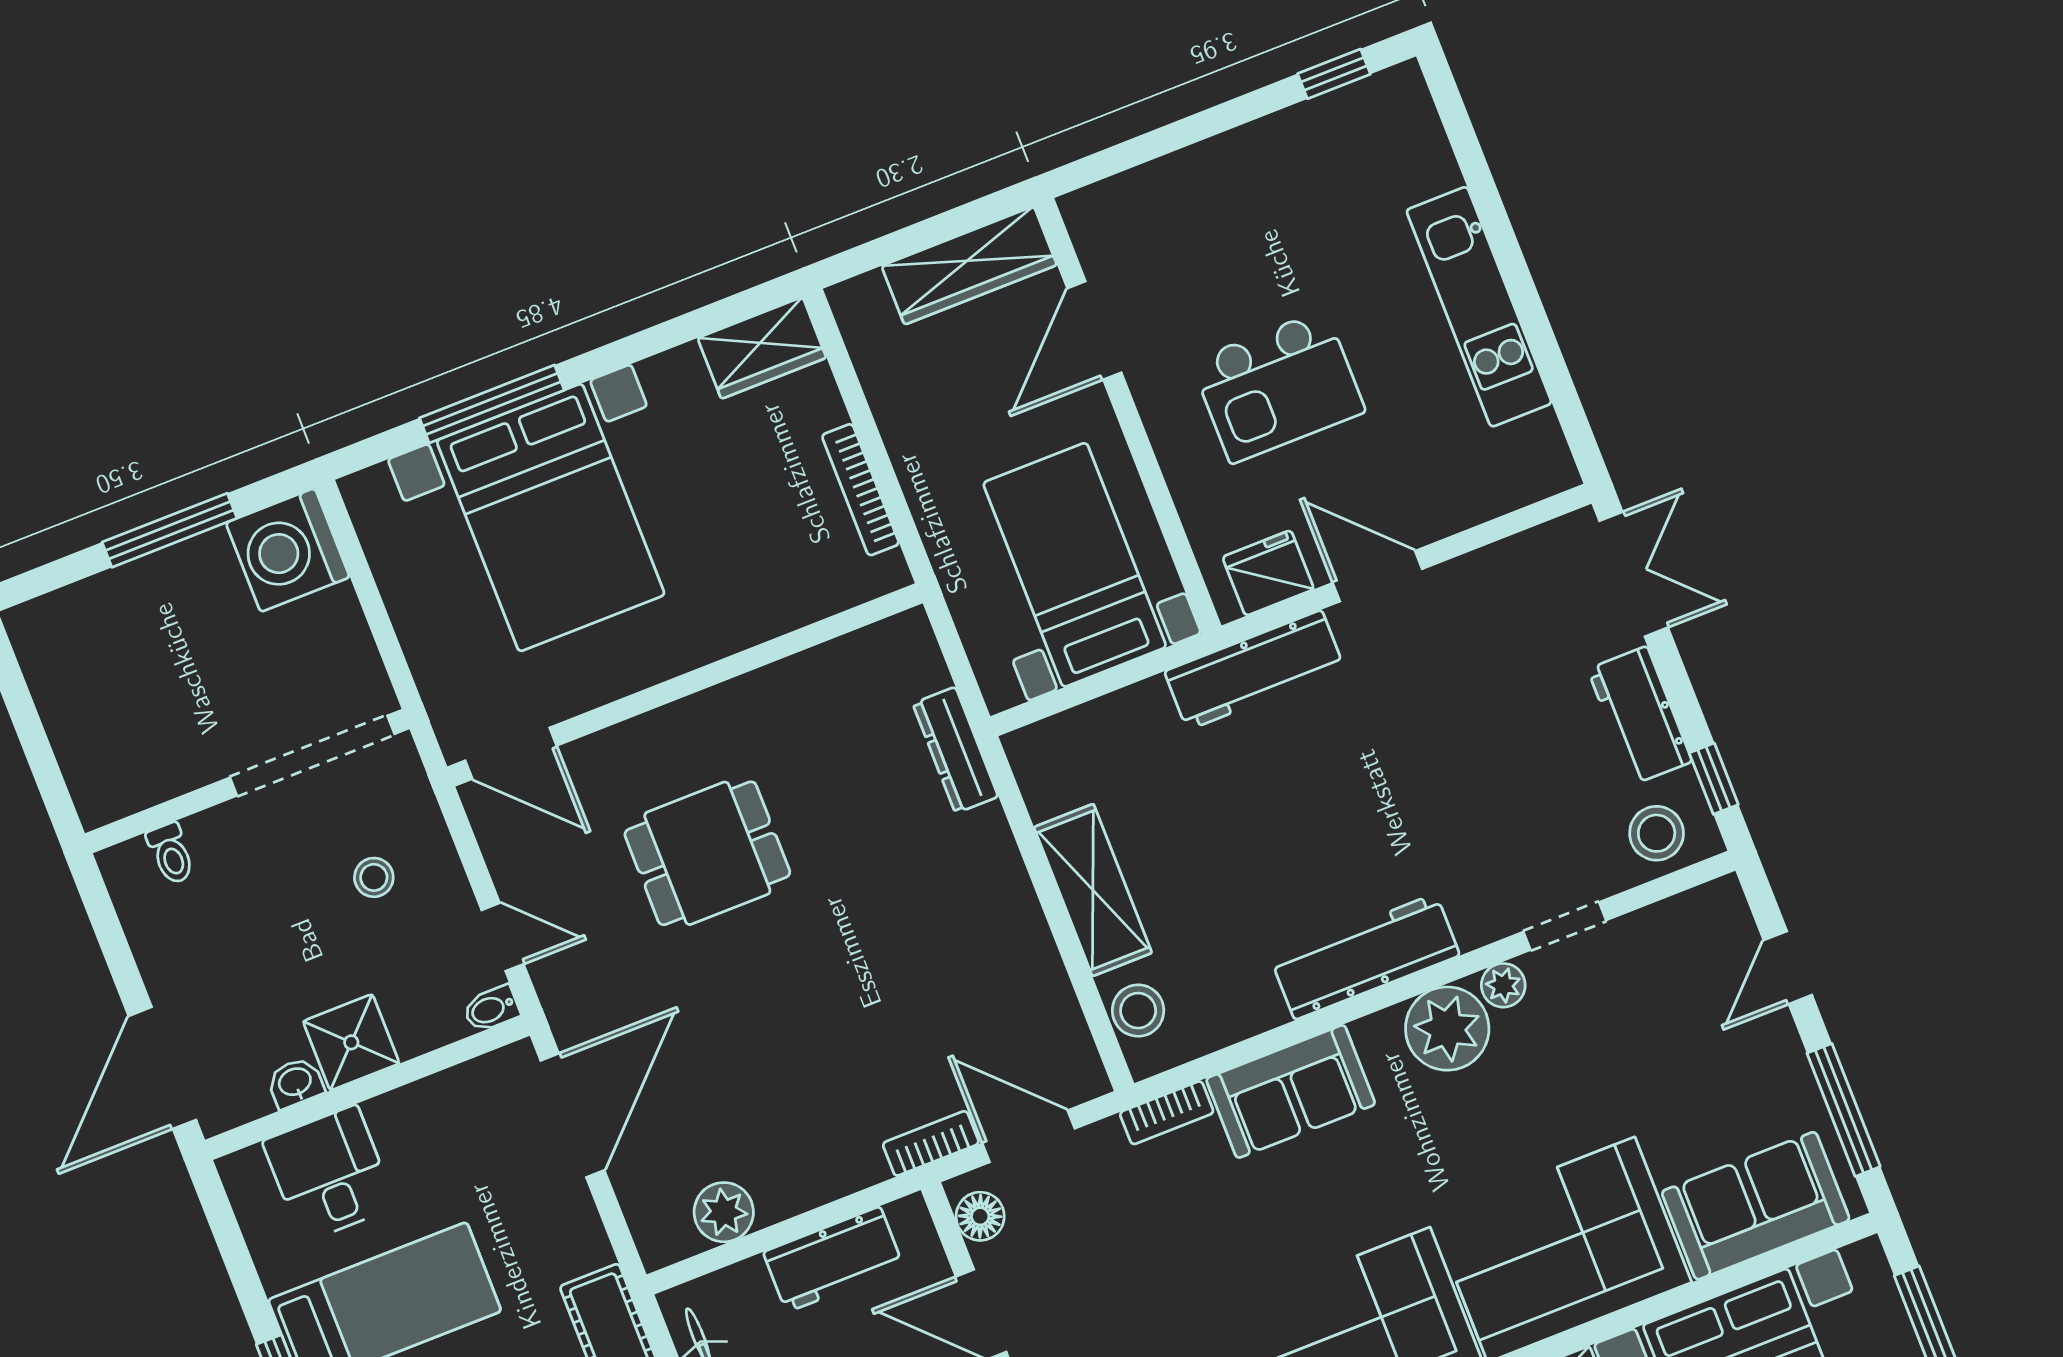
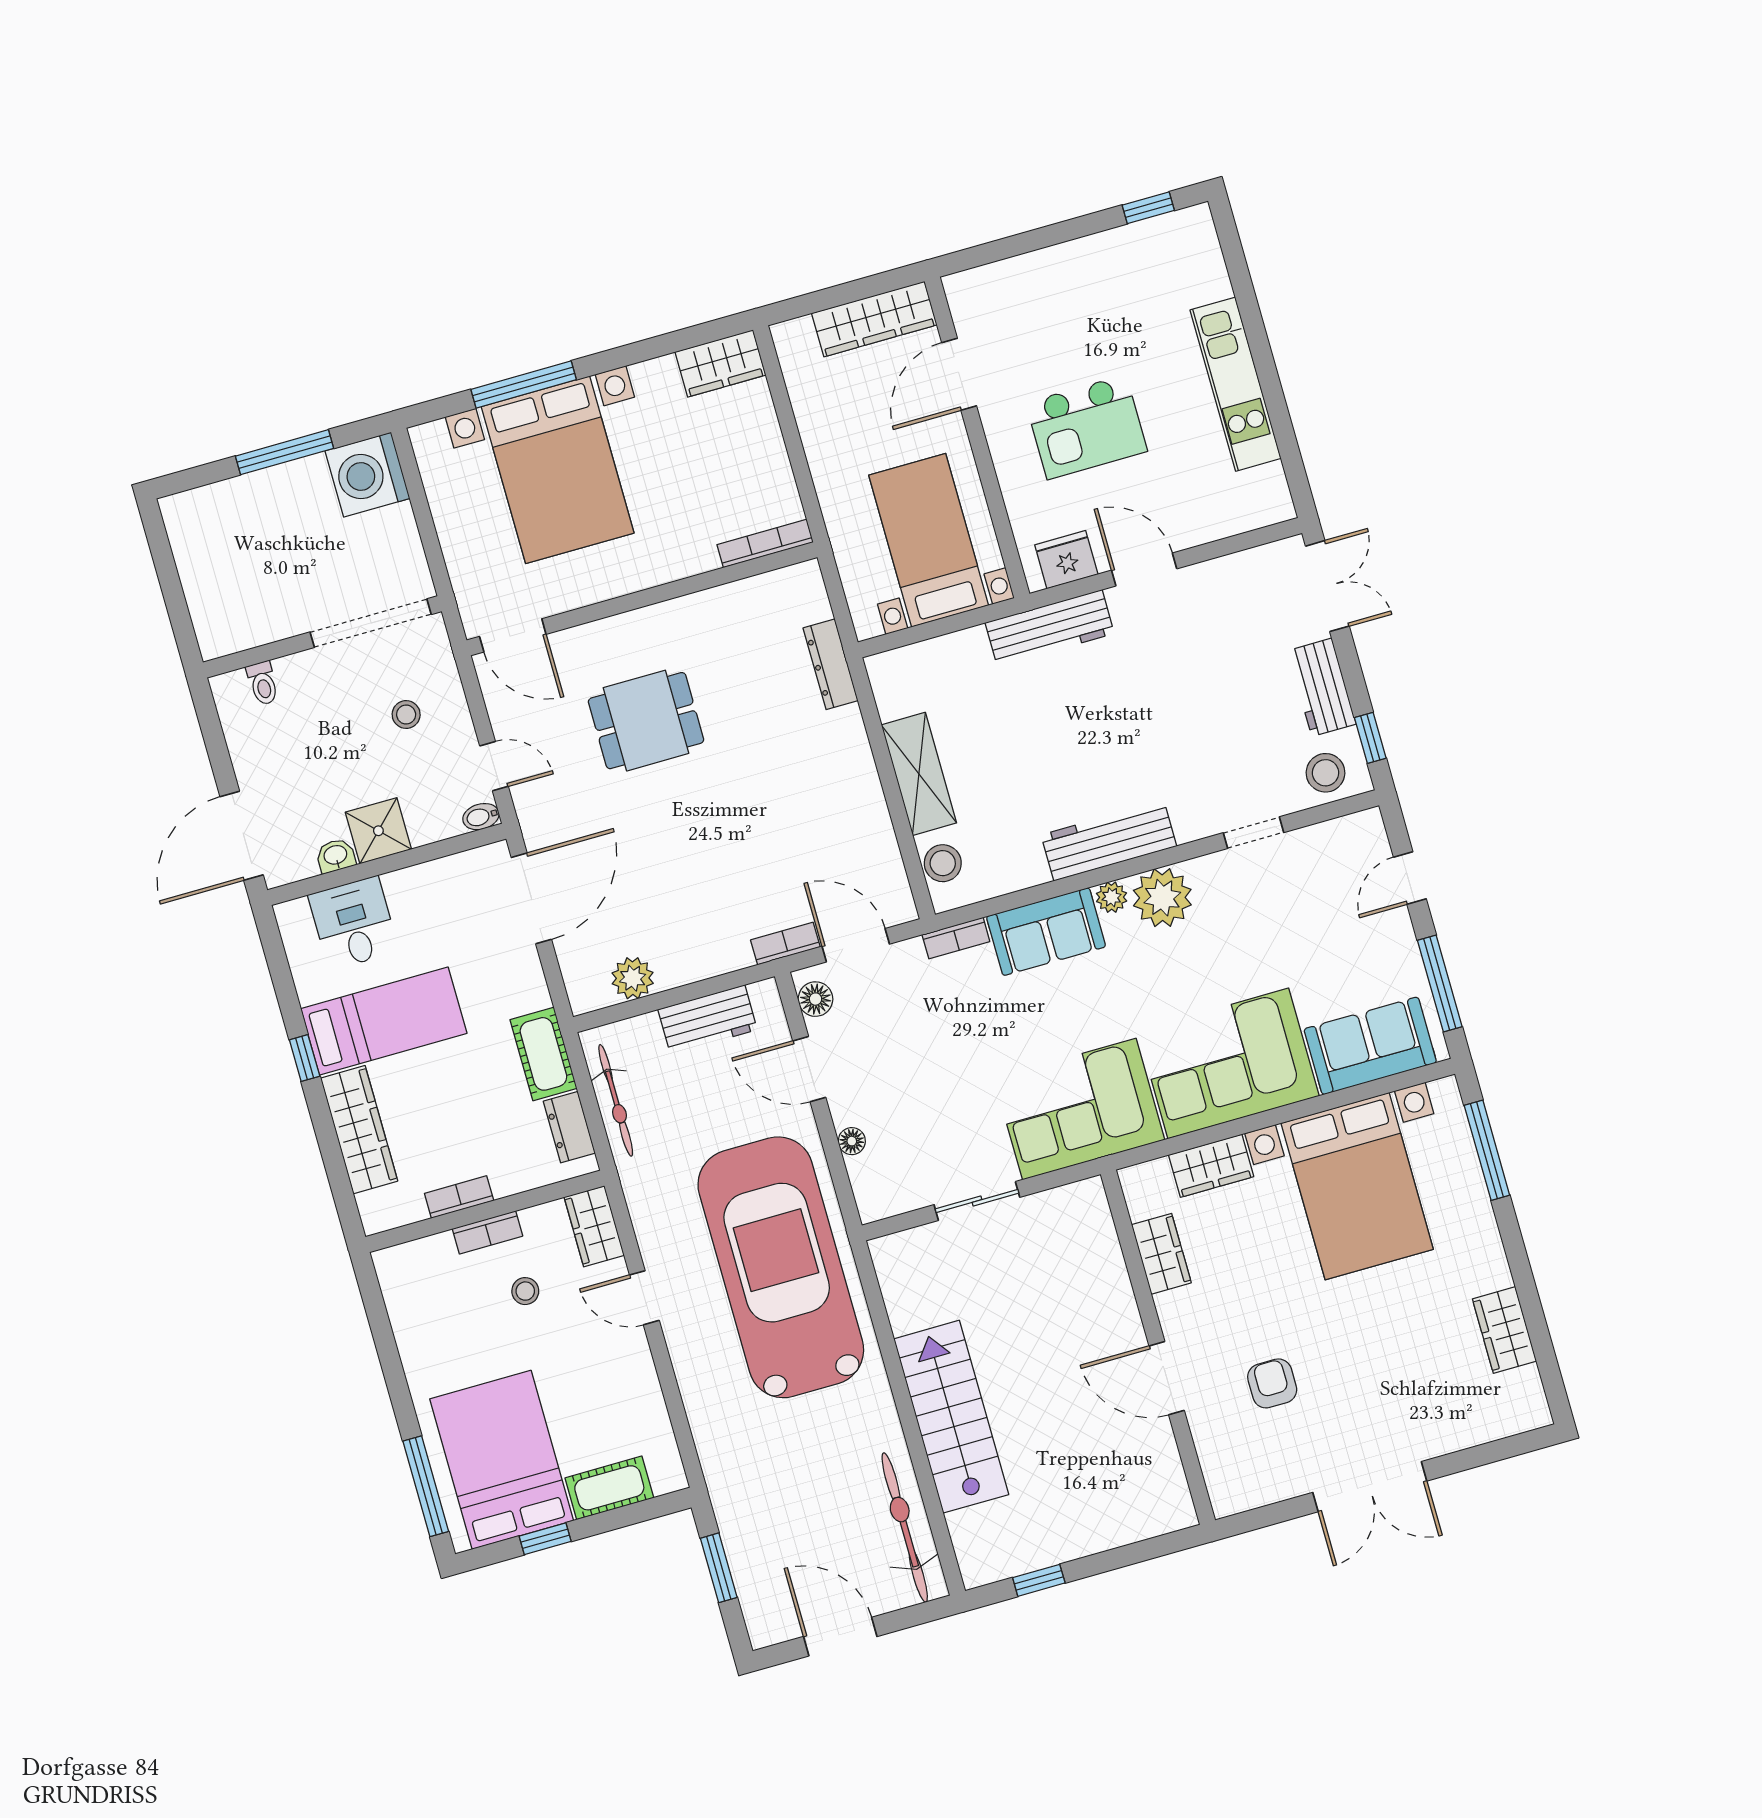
bookcase: (860, 490) -> (765, 543), moved, turned 90
plant: (1503, 985) -> (1112, 897), moved

